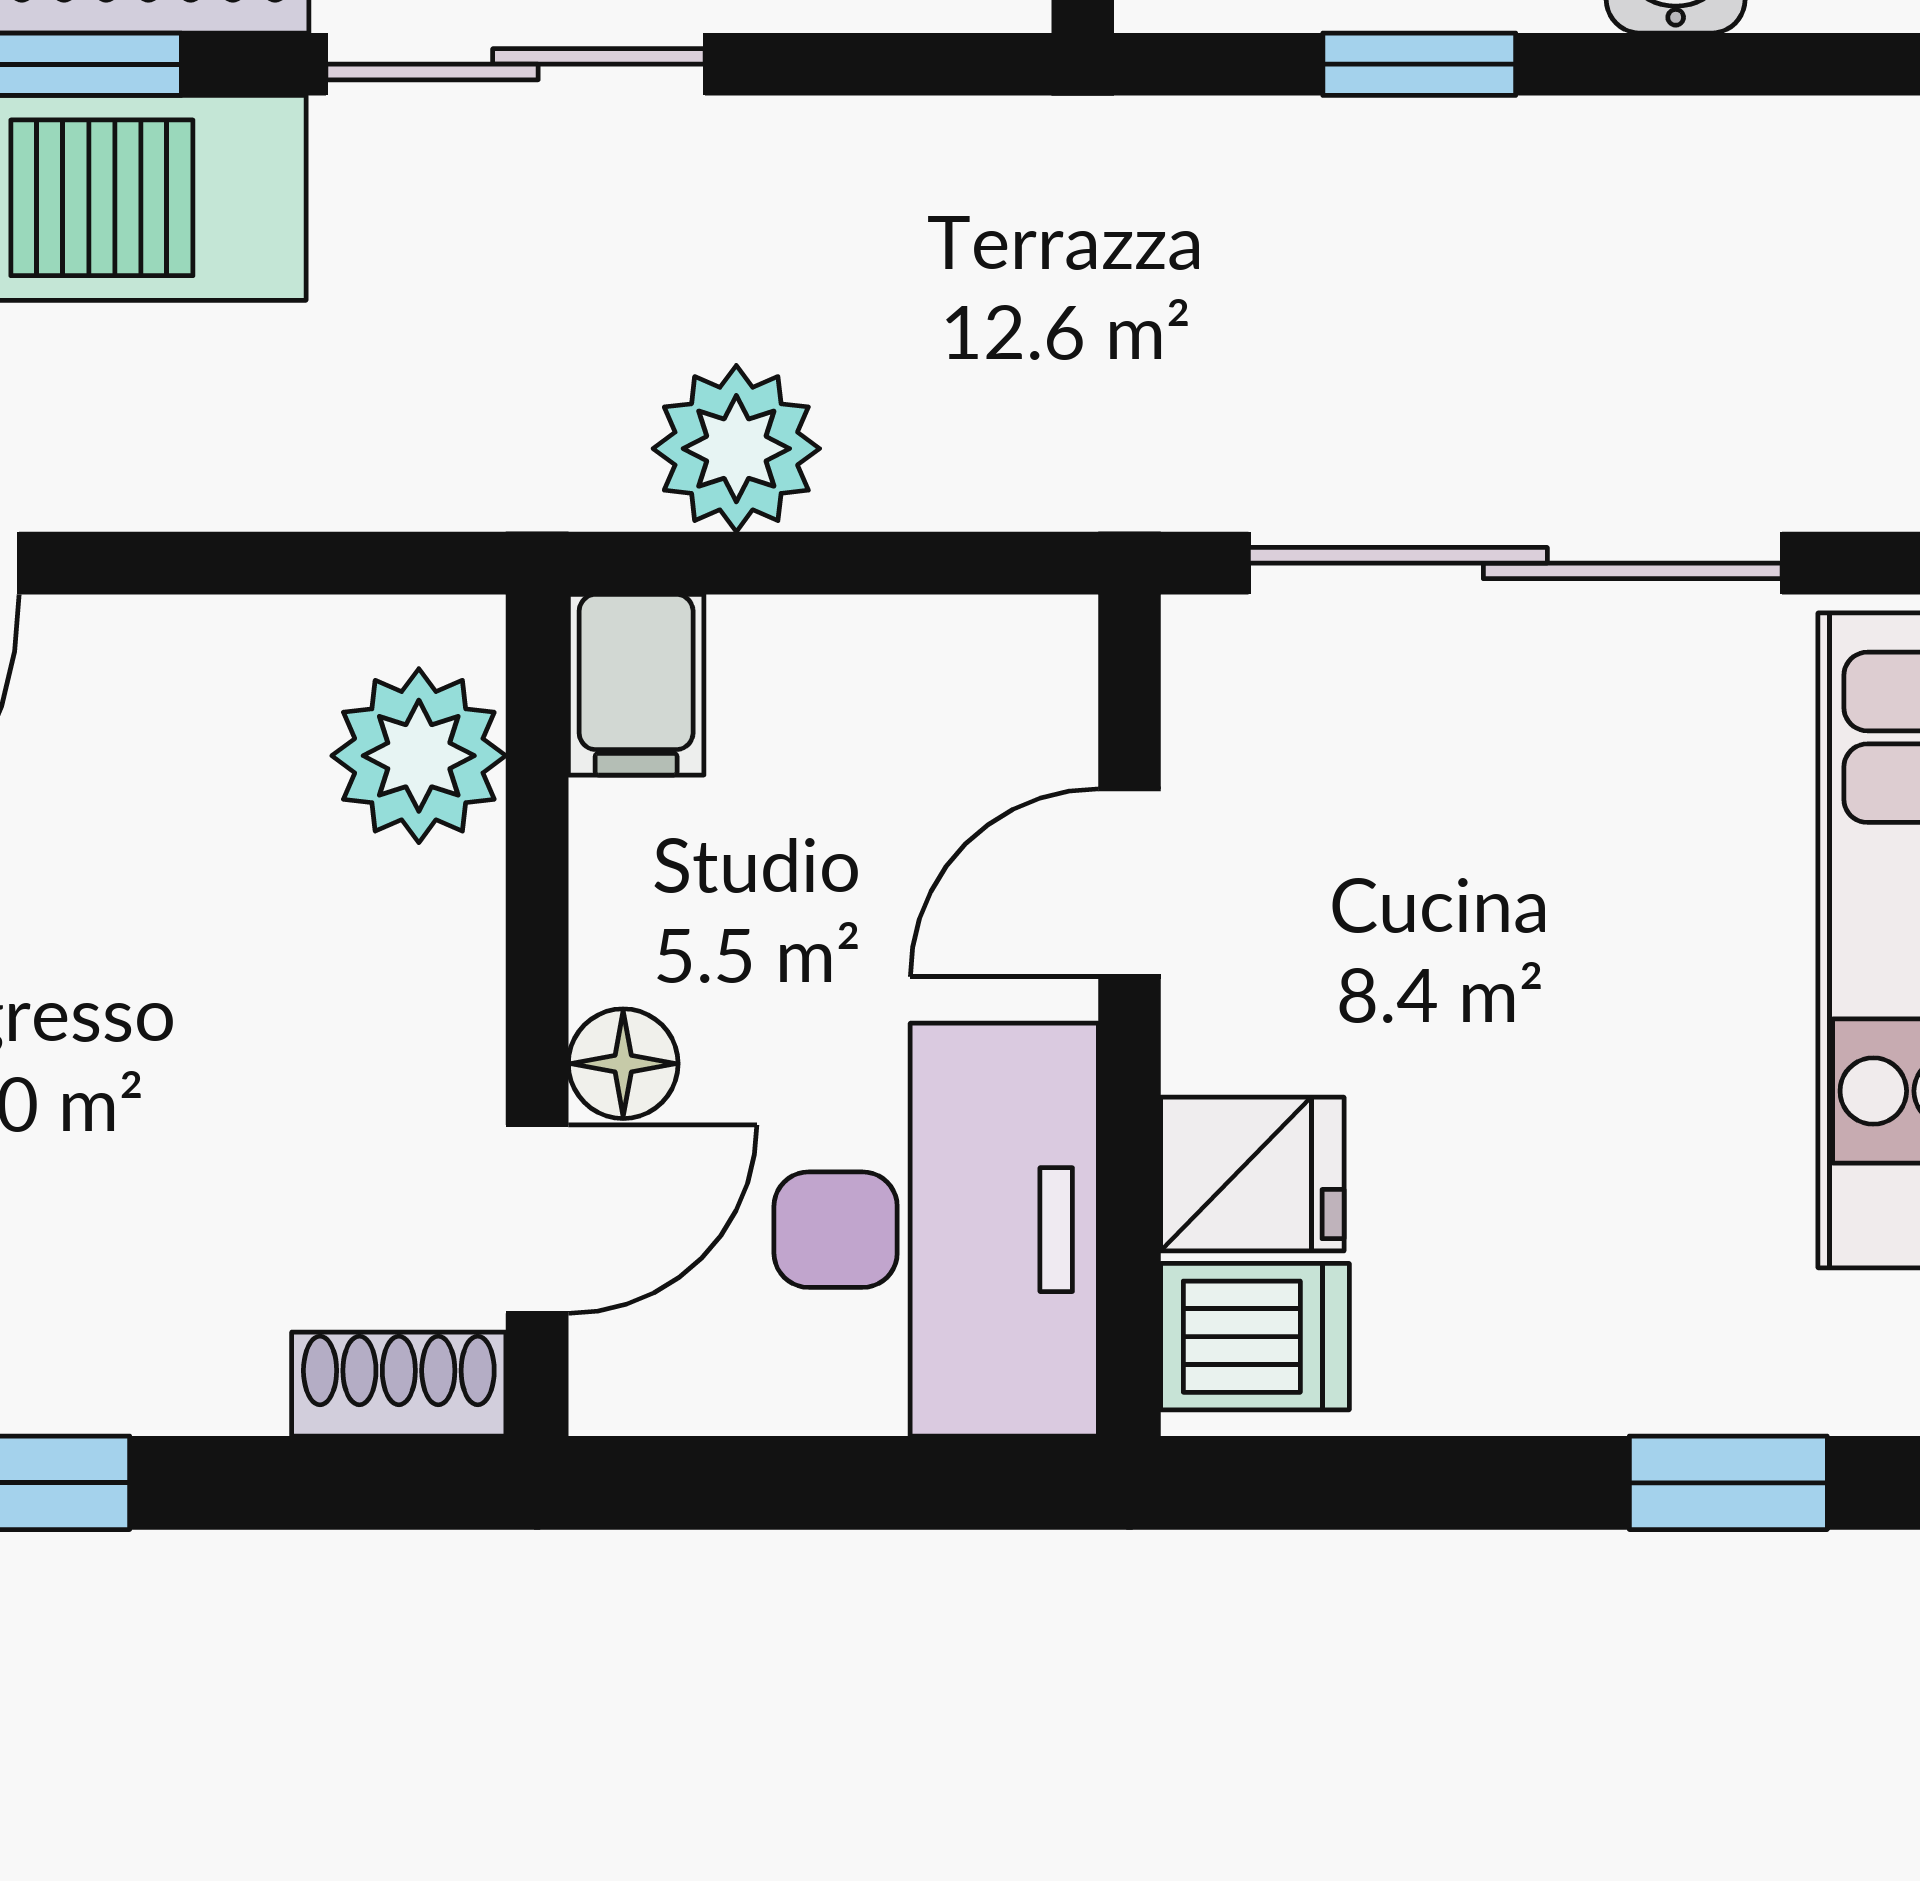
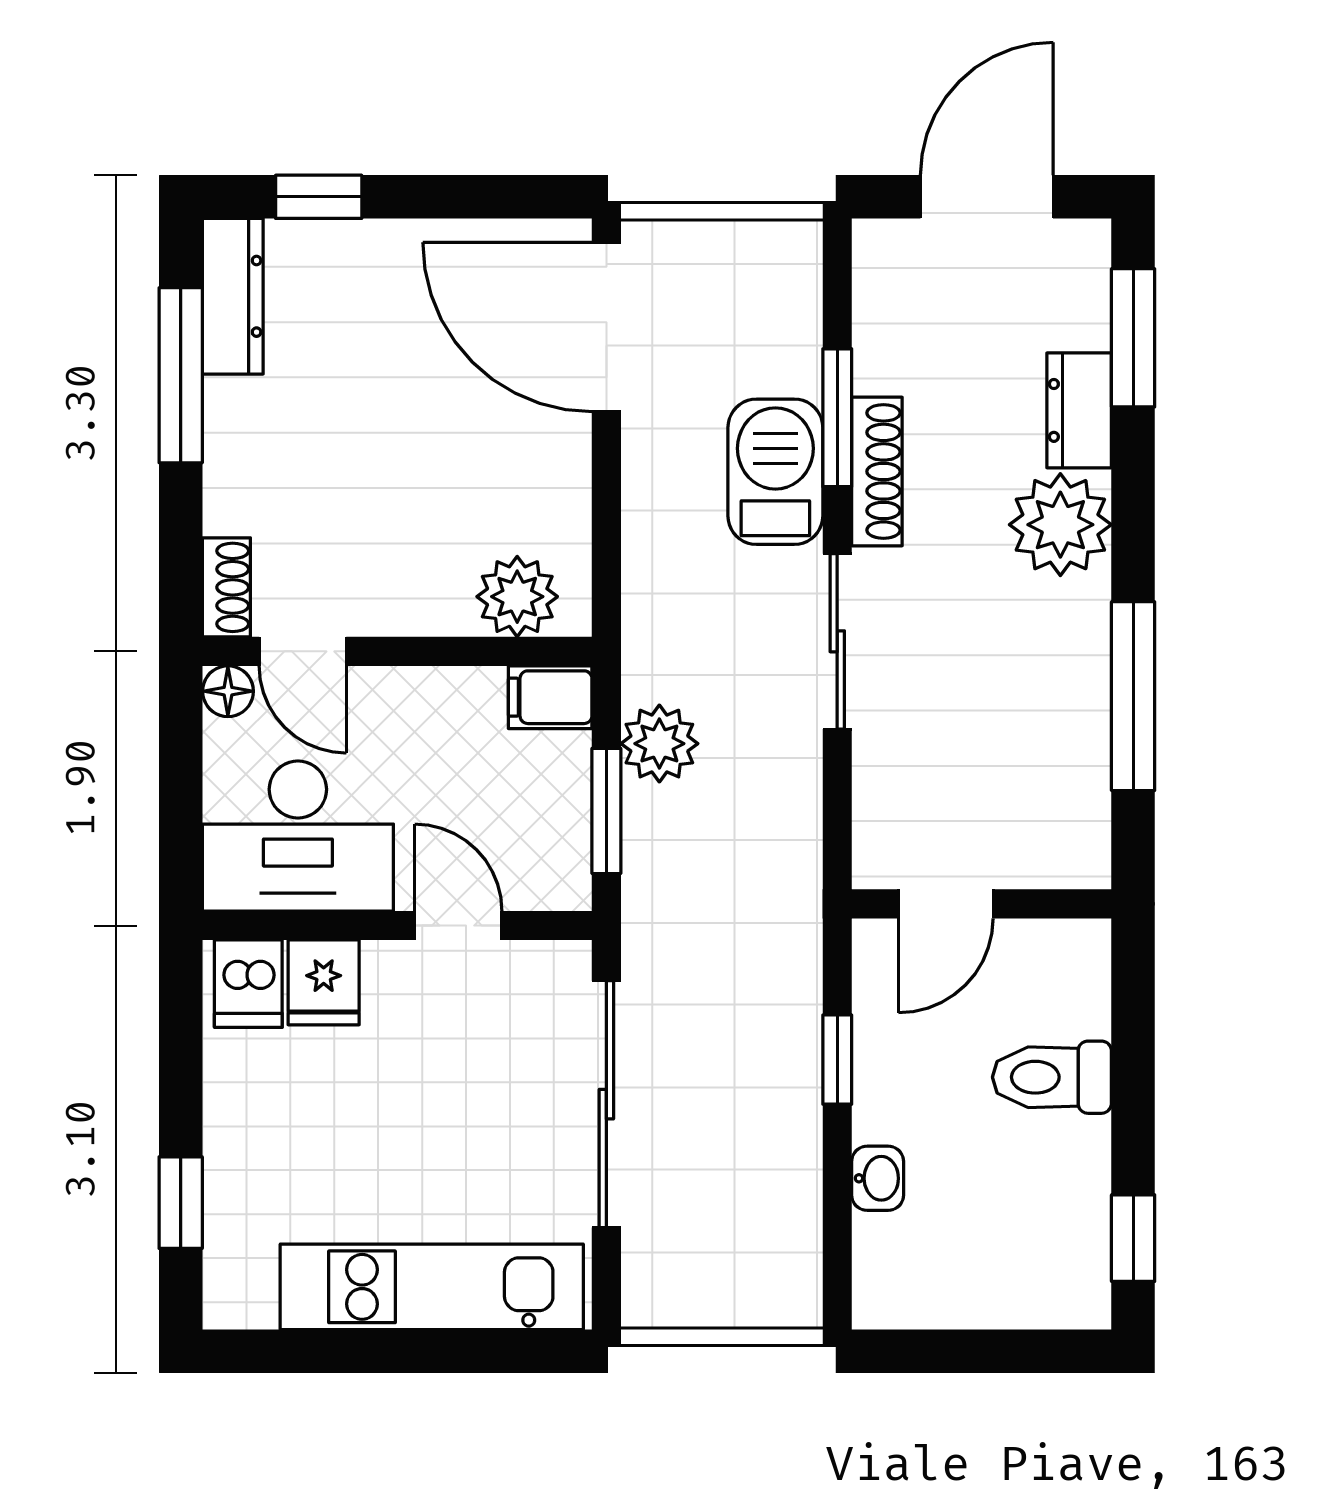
window: (882, 563) -> (606, 811), added
floor lamp: (623, 1064) -> (228, 691), moved

